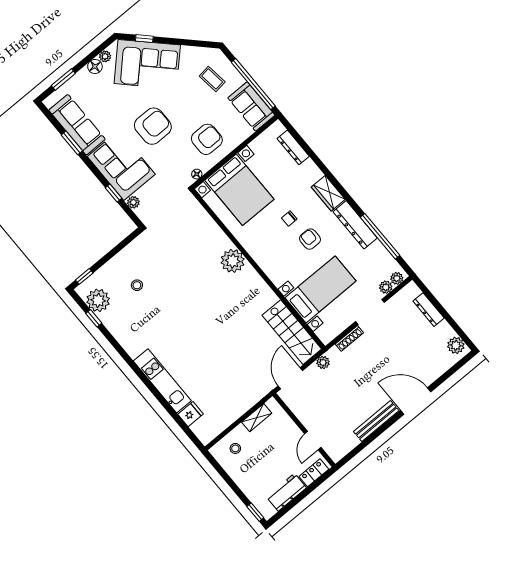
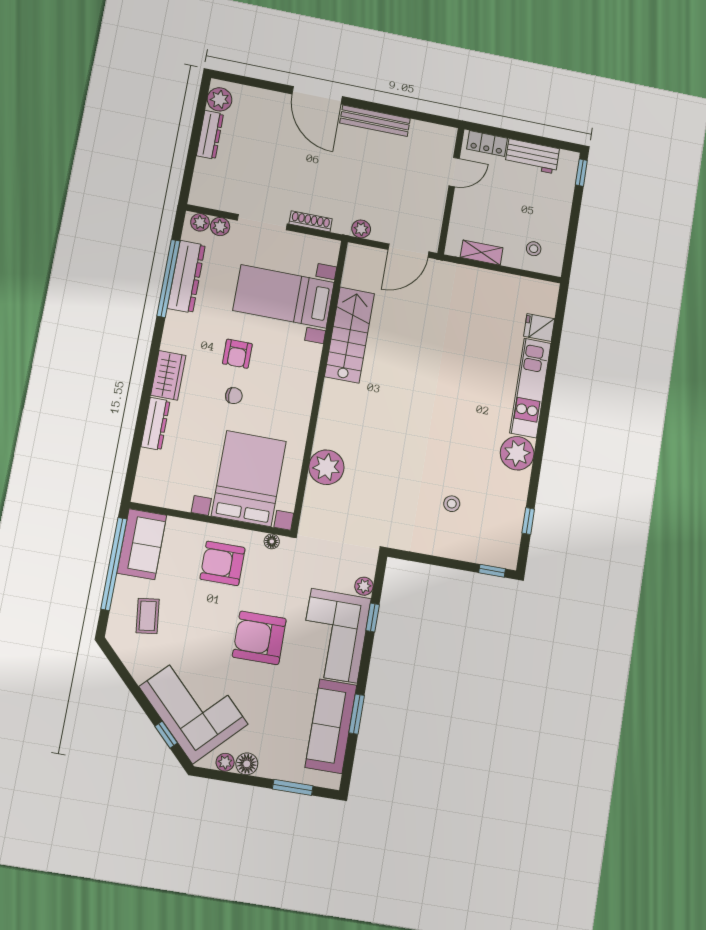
dresser: (293, 147) -> (156, 424), moved
dresser: (355, 225) -> (186, 277), moved
plant: (233, 261) -> (326, 467), moved
plant: (98, 300) -> (517, 453), moved
dresser: (429, 310) -> (210, 135), moved
stairs: (292, 332) -> (349, 335), moved

